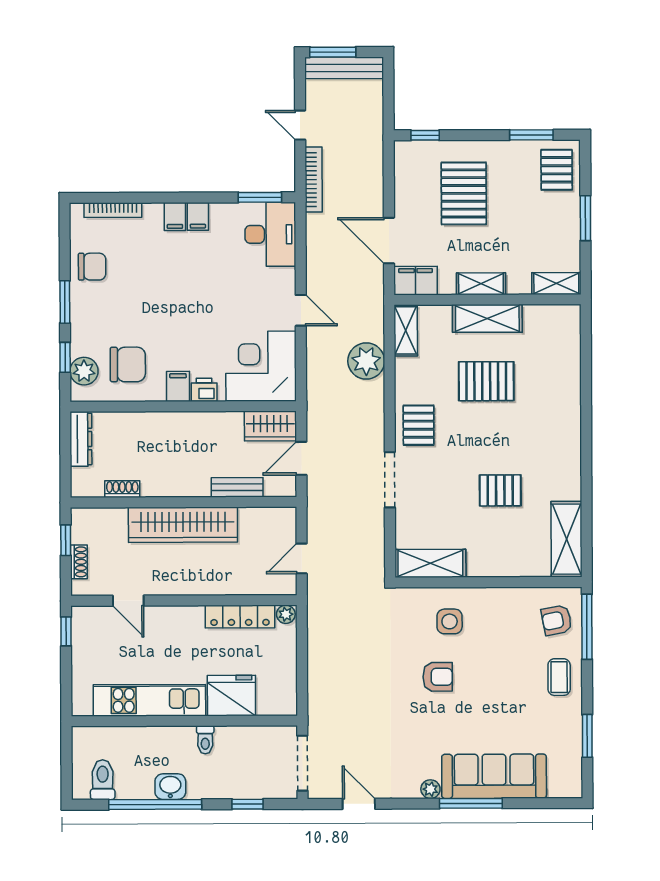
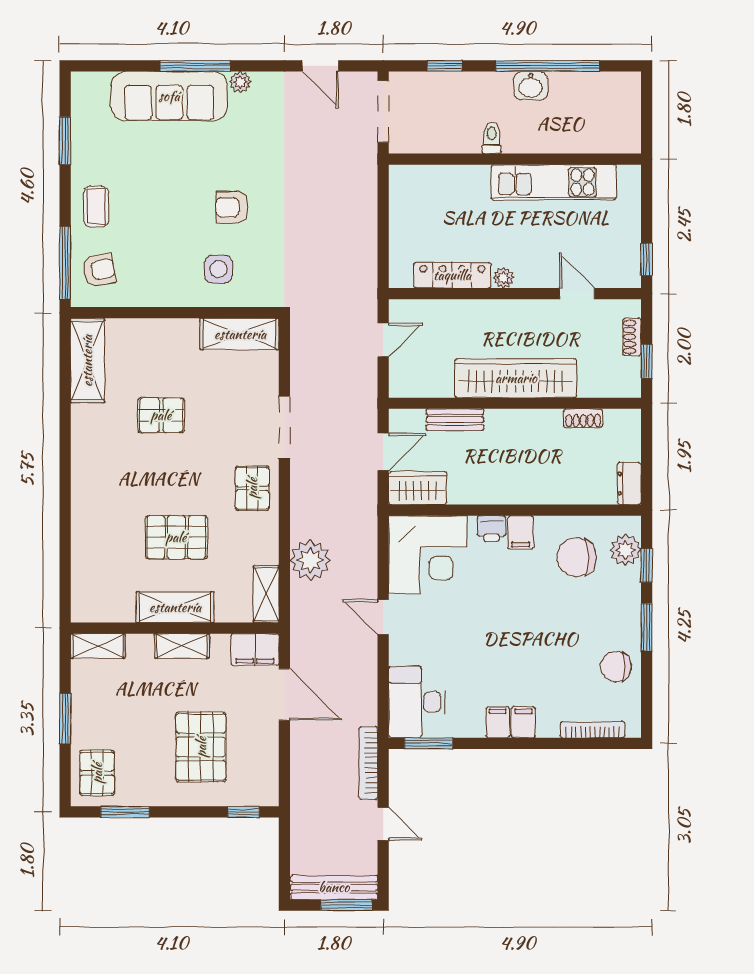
dresser: (81, 439) -> (629, 483), width x0.70
plant: (286, 614) -> (503, 278), moved
fridge: (231, 695) -> (462, 187), removed
toilet: (103, 780) -> (606, 94), removed

